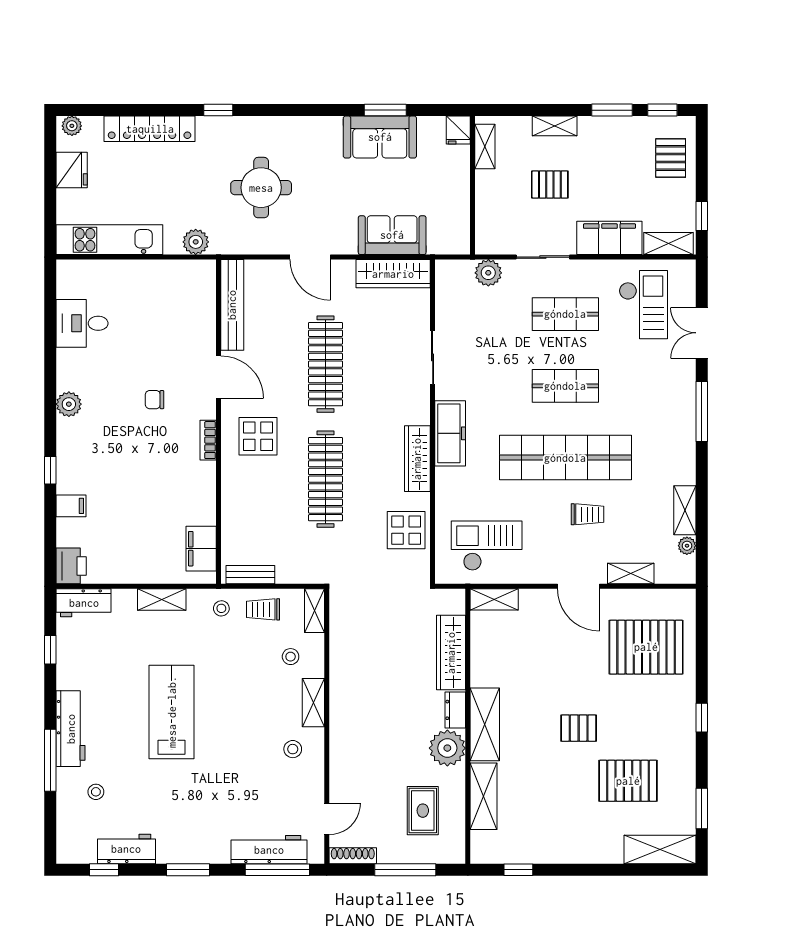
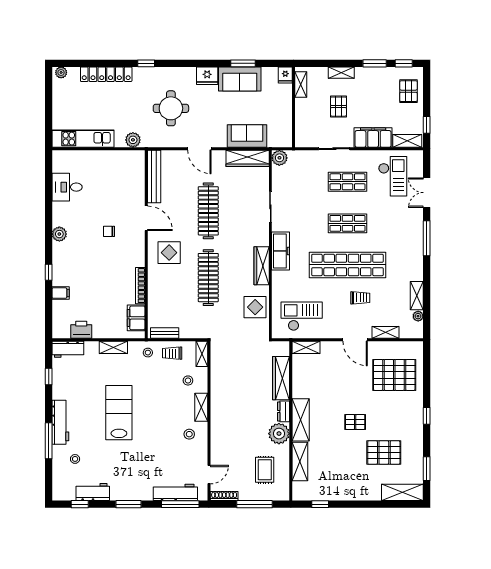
fridge: (72, 170) -> (207, 76), moved, turned 90
pallet: (550, 184) -> (338, 107), turned 90
plant: (488, 273) -> (279, 158), moved
bookcase: (208, 440) -> (140, 286), moved, width x1.56
printer: (71, 566) -> (81, 330), moved, turned -90

